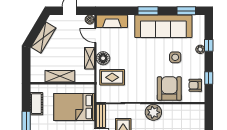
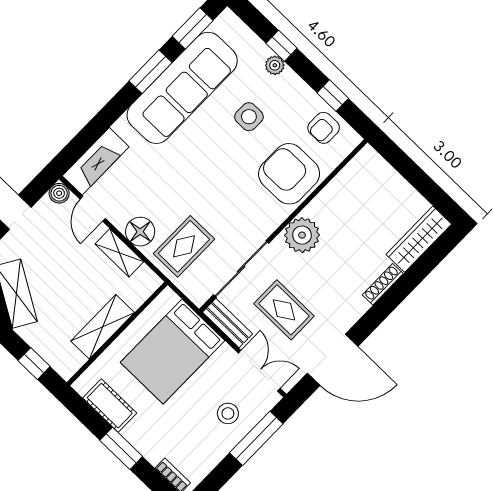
window: (148, 11) -> (150, 72), moved
door: (95, 35) -> (93, 209), hinge flipped
window: (26, 65) -> (34, 364), added

